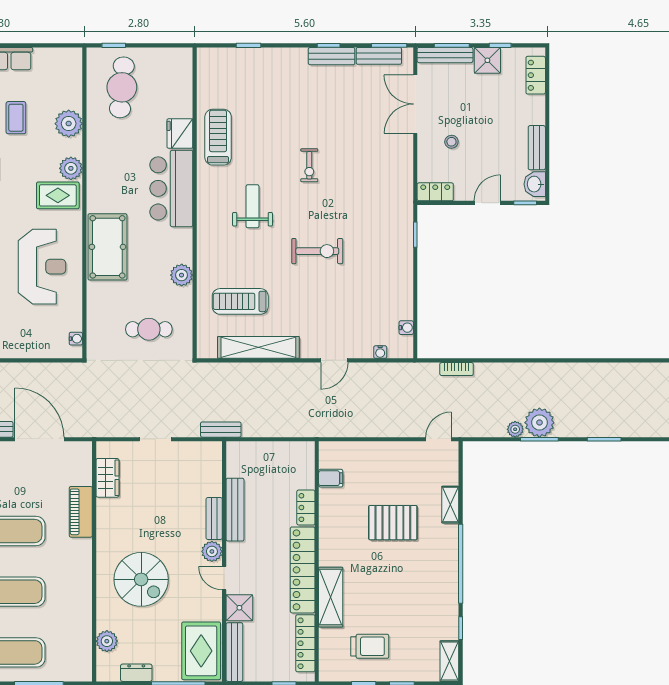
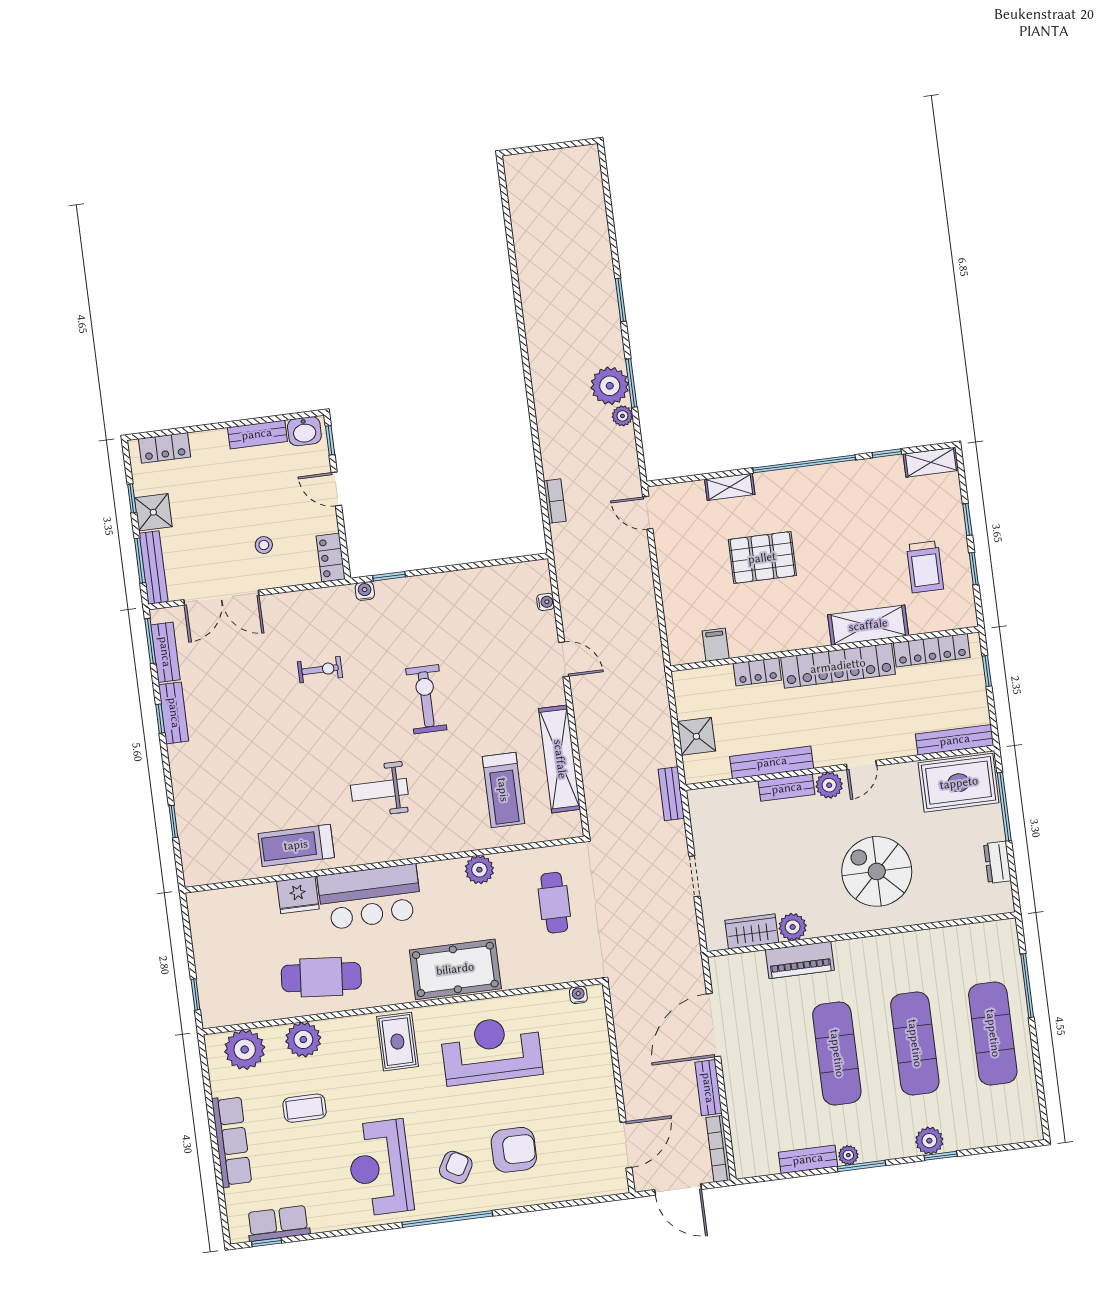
cafe table: (122, 87) -> (321, 977), moved
exercise bike: (309, 165) -> (320, 670), moved
plant: (71, 168) -> (245, 1050), moved, width x1.36, depth x1.36
water cooler: (406, 328) -> (365, 591), moved
pallet: (393, 523) -> (762, 558), turned 90
spiral stairs: (141, 579) -> (877, 871), turned -90
shower: (239, 608) -> (696, 736), moved
plant: (107, 641) -> (793, 927), moved
trolley: (370, 646) -> (925, 567), turned 180

